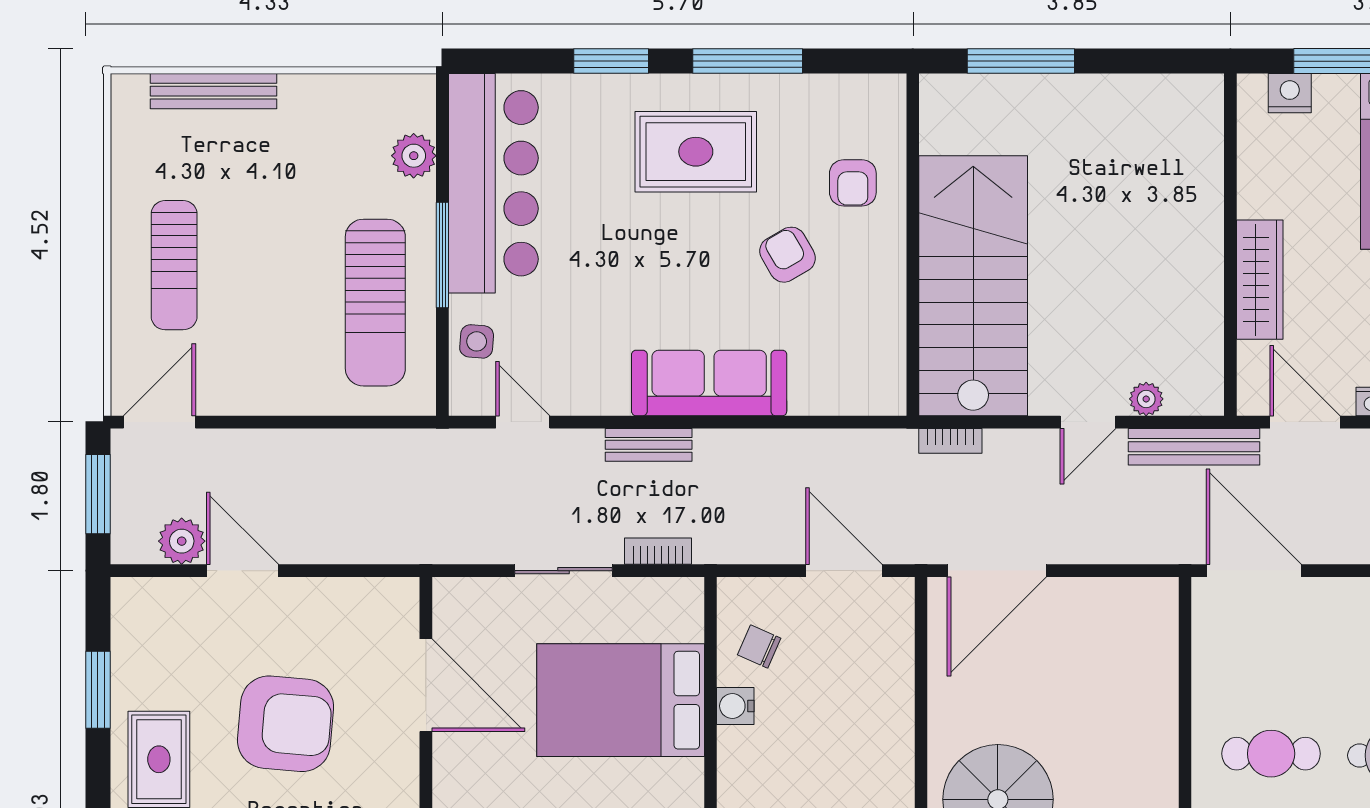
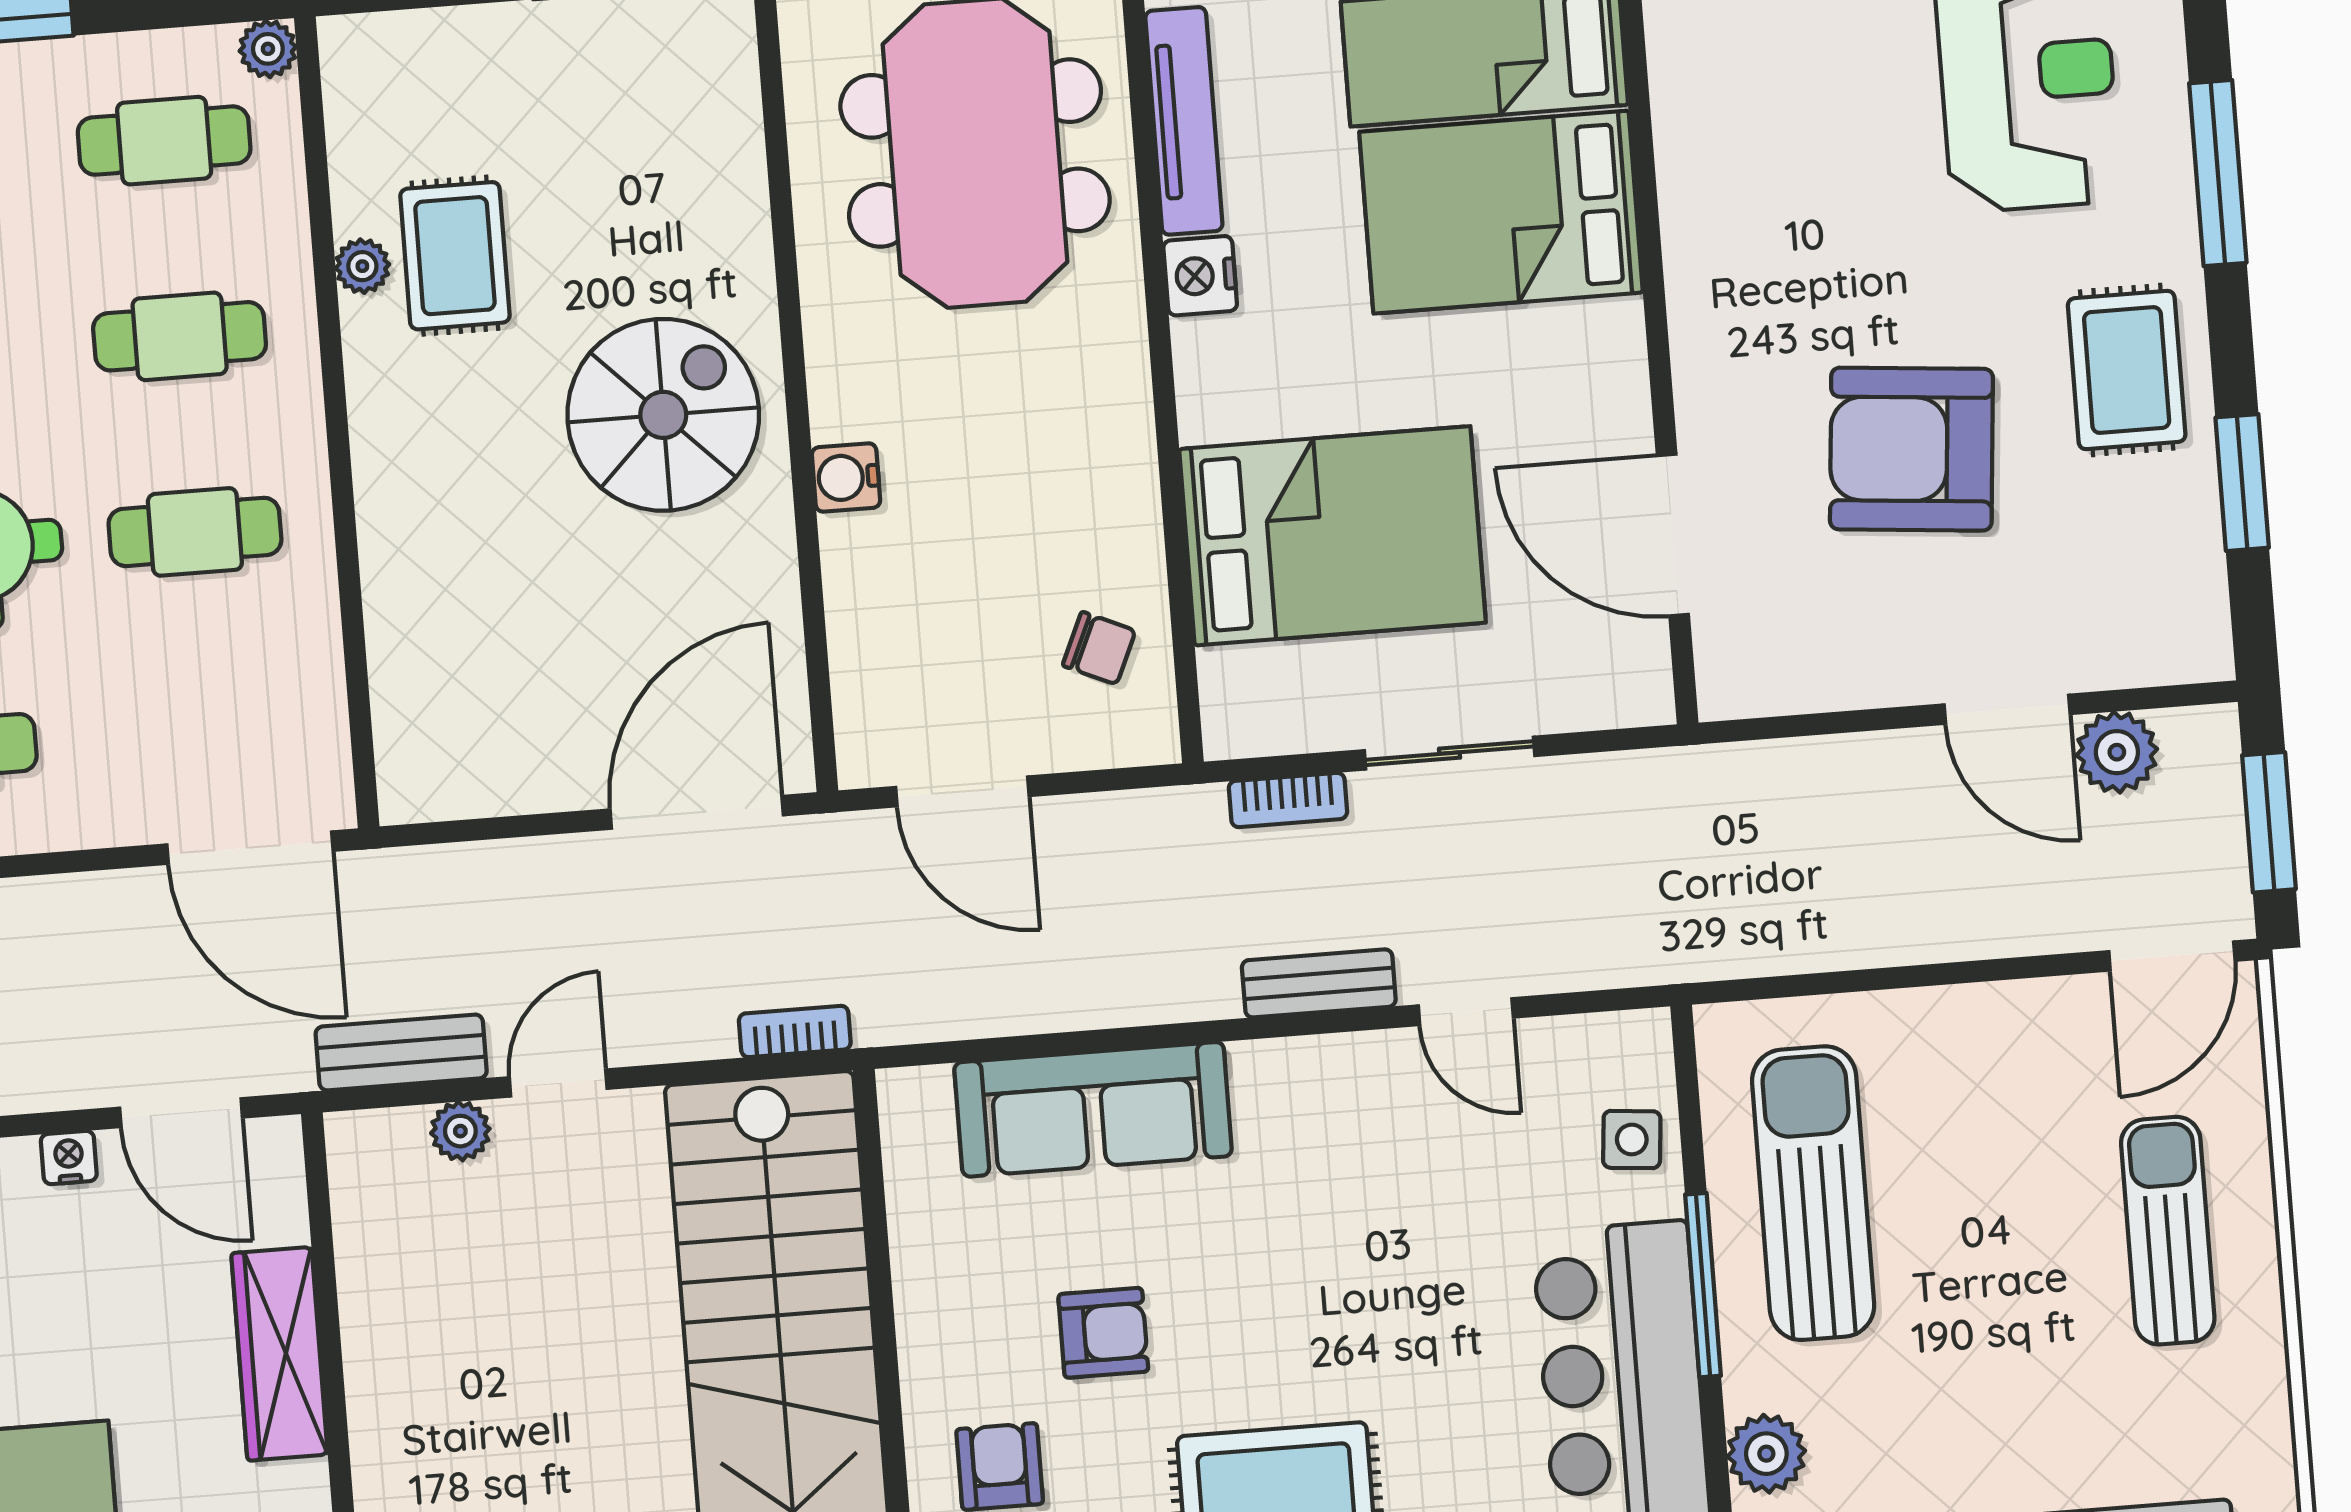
armchair: (788, 255) -> (1103, 1333), turned -60
sofa: (709, 383) -> (1093, 1109), moved
door: (523, 422) -> (1466, 1012), moved
bench: (1194, 447) -> (401, 1052), width x0.73
water cooler: (735, 706) -> (846, 477), moved, turned 180

